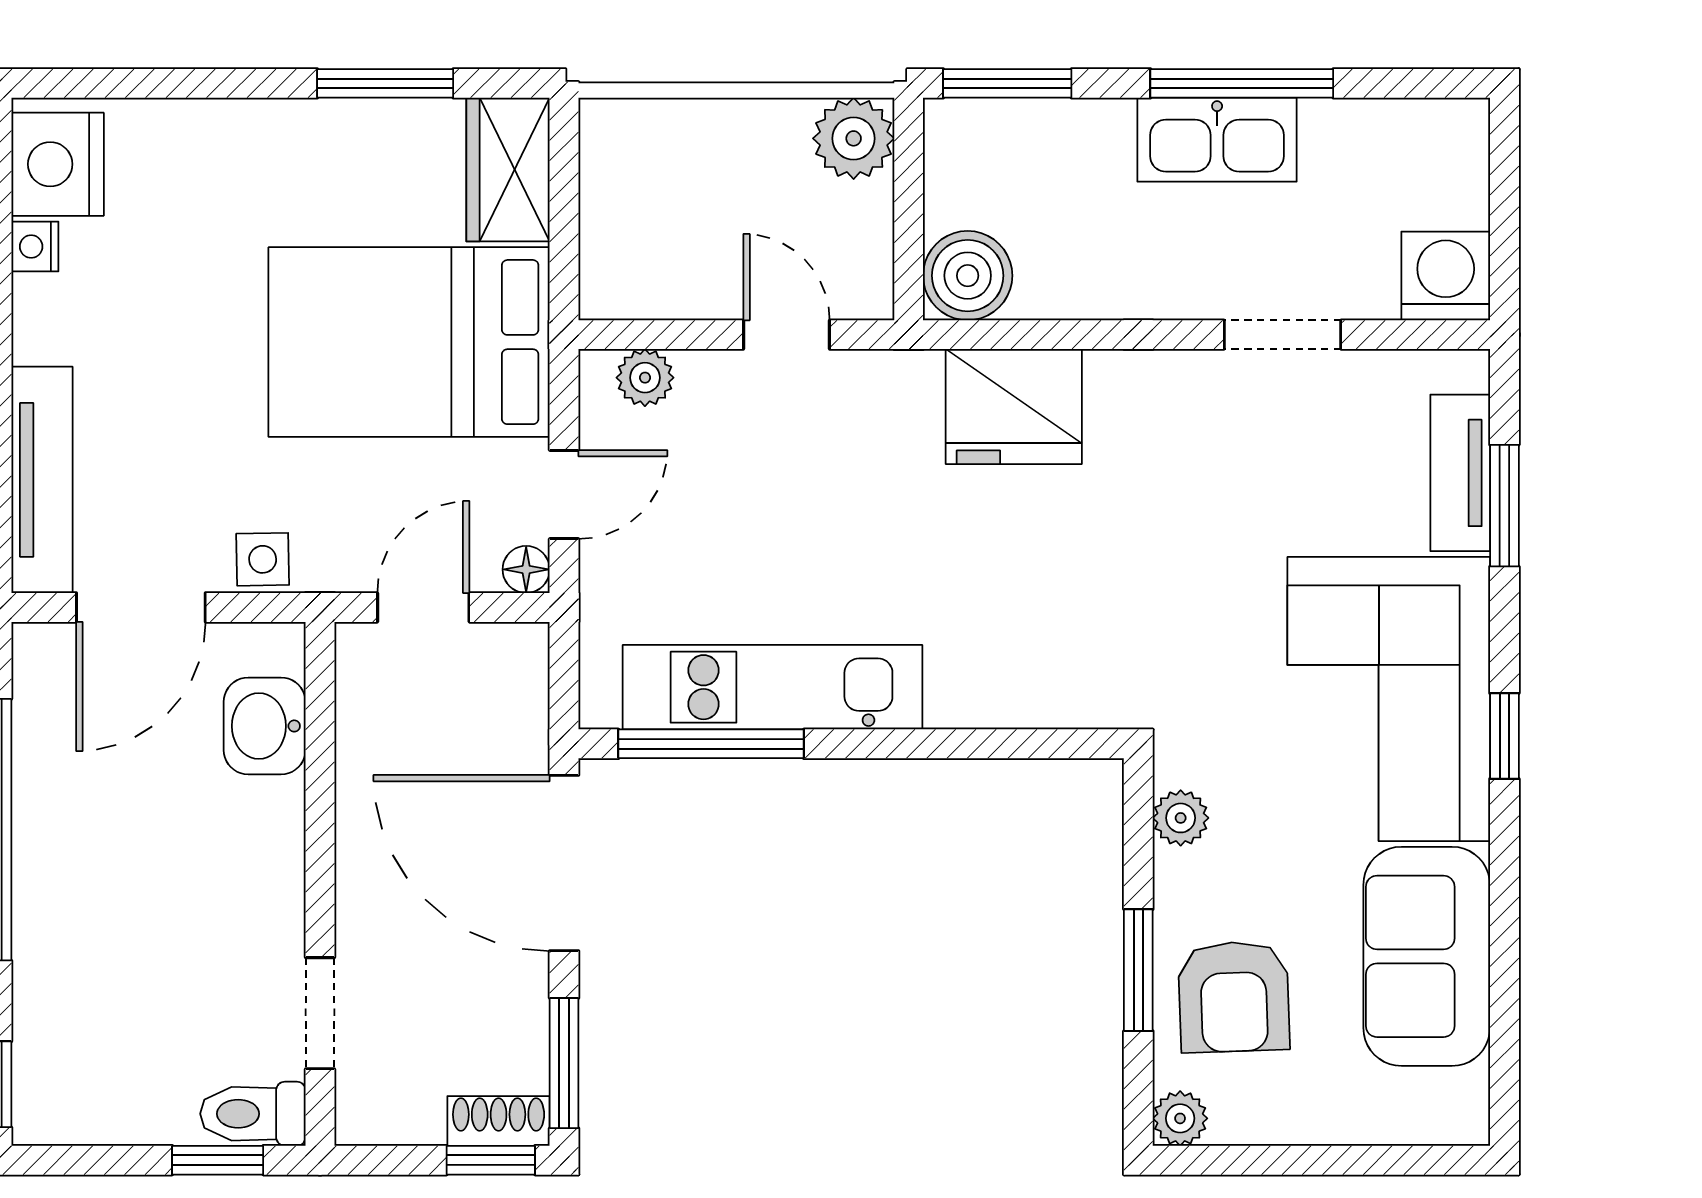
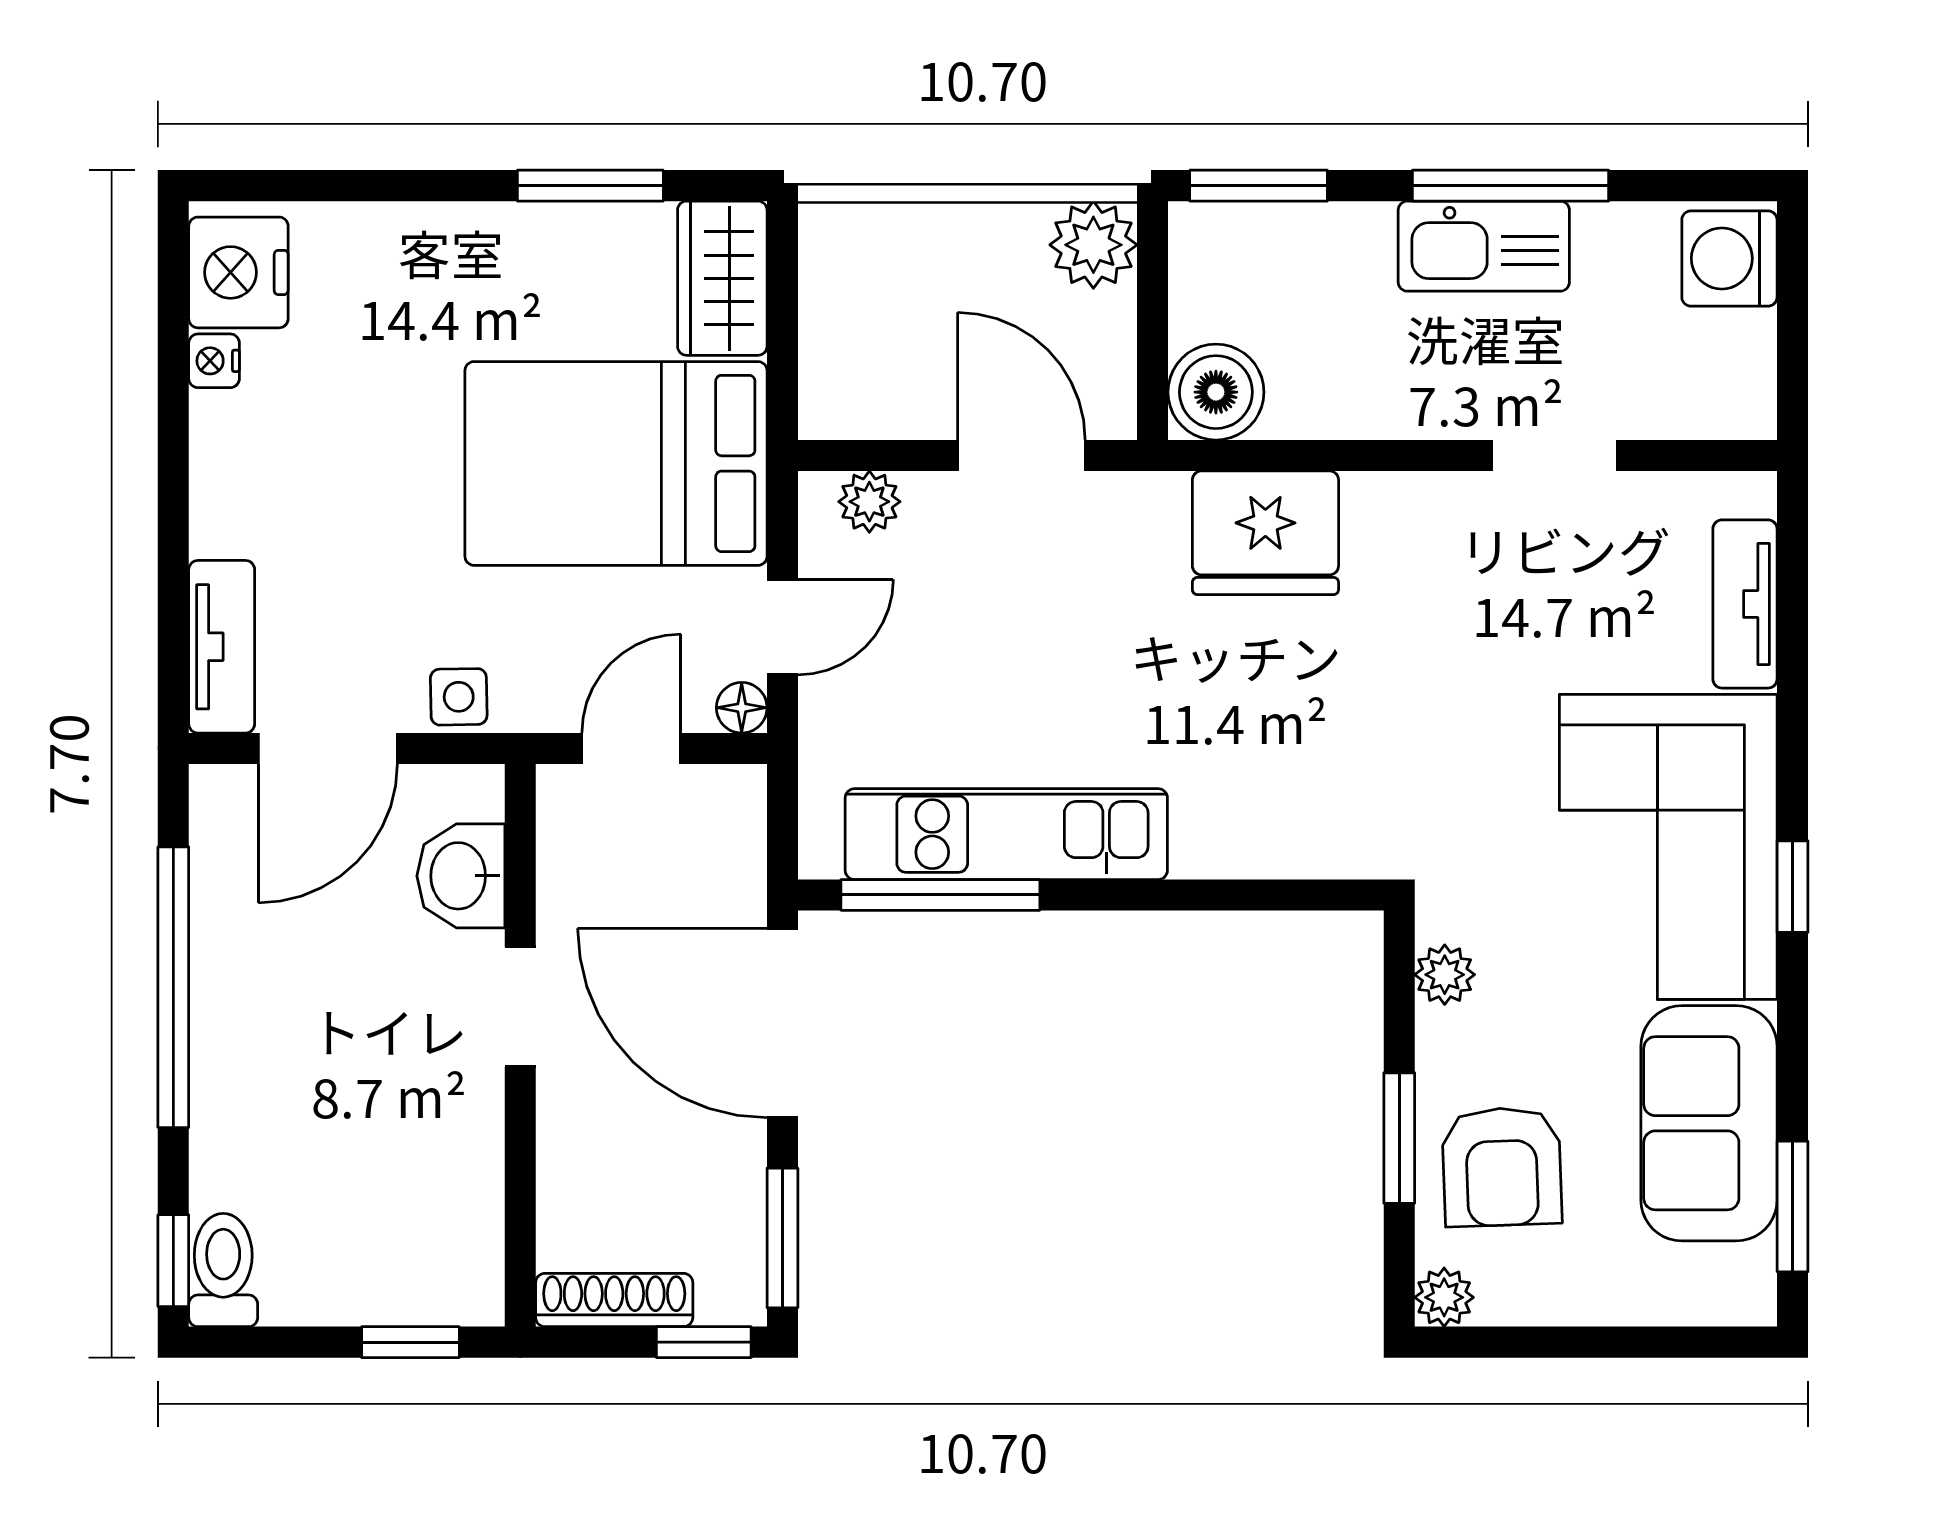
washing machine: (1446, 276) -> (1729, 258), moved, turned -90
door: (786, 335) -> (1021, 455), width x1.38
tv unit: (42, 480) -> (222, 647), width x0.71
window: (1504, 506) -> (1793, 1206), moved
doorway: (320, 1013) -> (520, 1007), moved
toilet: (253, 1114) -> (223, 1270), moved, turned 90
shoe rack: (499, 1121) -> (614, 1300), moved, width x1.43

